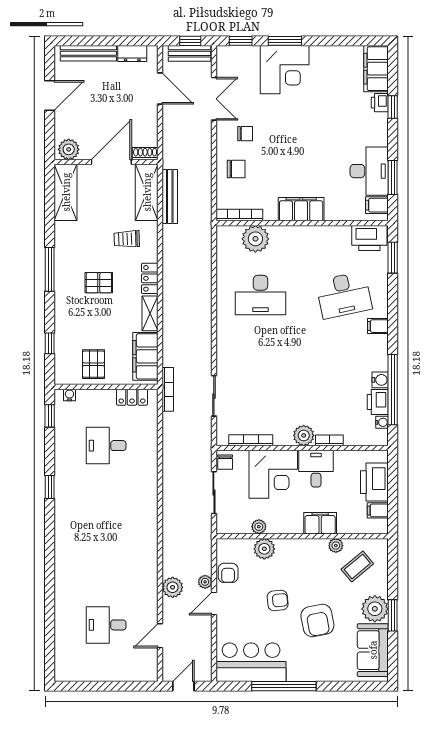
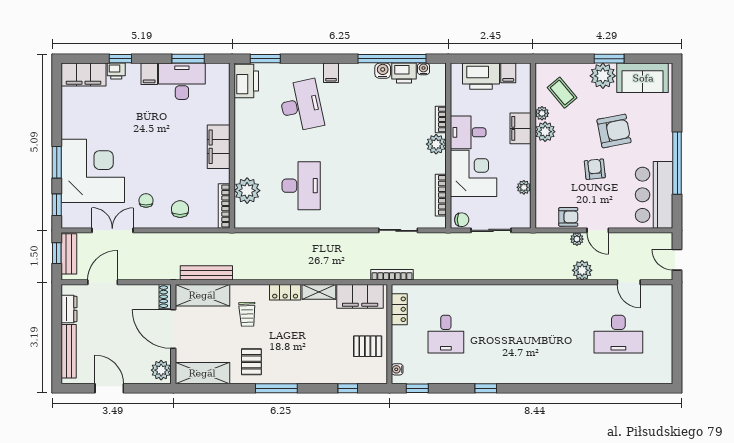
corner desk: (285, 70) -> (93, 171), width x1.36, depth x1.36
filing cabinet: (377, 205) -> (149, 74), moved
pallet: (99, 283) -> (251, 362), moved
plant: (264, 549) -> (545, 132), moved
desk: (106, 625) -> (618, 334), width x1.37

